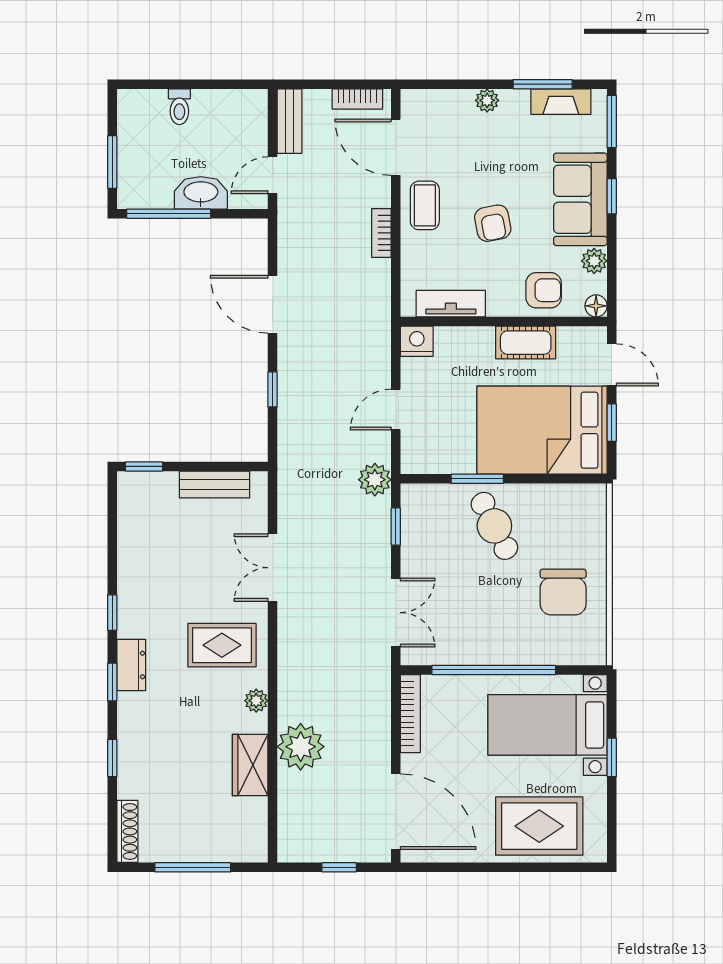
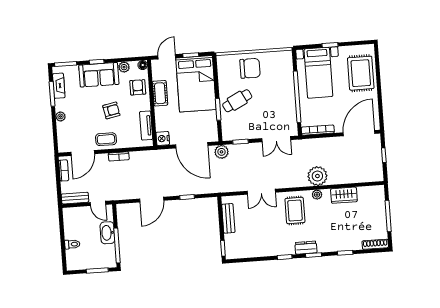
door: (396, 410) -> (192, 145), width x1.87
chair: (563, 592) -> (250, 68), moved
double door: (396, 613) -> (276, 139), swing flipped
plant: (301, 747) -> (317, 176), moved

